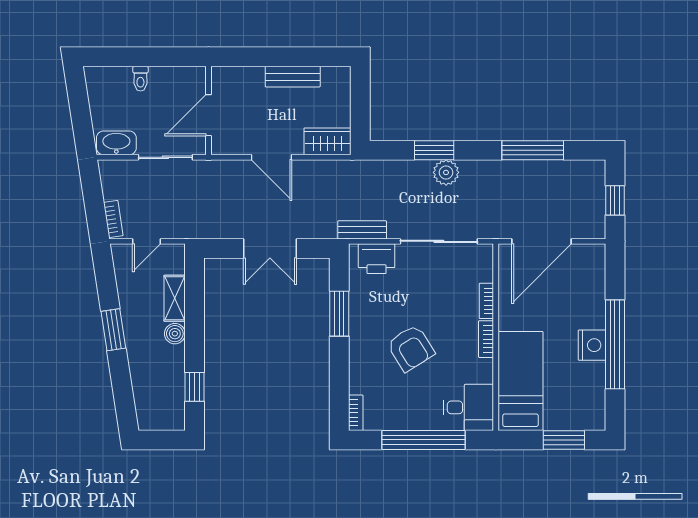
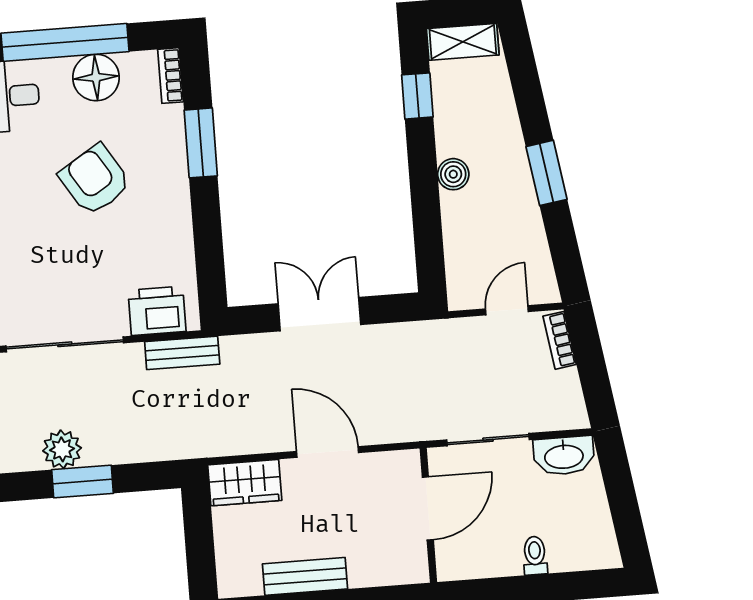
shelving: (175, 298) -> (463, 42), moved, turned 90
window: (339, 314) -> (201, 143), moved
floor lamp: (405, 415) -> (96, 77), added

